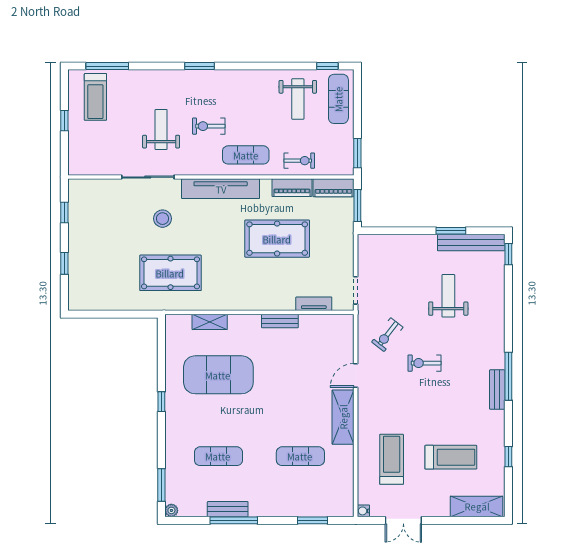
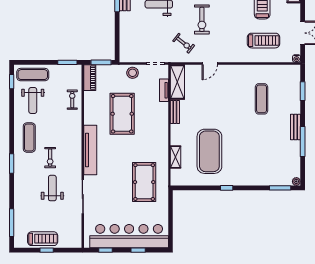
treadmill: (95, 97) -> (43, 239), moved
weight bench: (298, 99) -> (33, 101), turned 90
weight bench: (161, 130) -> (52, 188), turned 90
exercise mat: (246, 155) -> (29, 138), moved
piano: (292, 188) -> (90, 104), removed
stool: (163, 219) -> (133, 73), moved
bar counter: (86, 249) -> (129, 236), added
exercise bike: (424, 363) -> (202, 19), width x1.38, depth x1.39
door: (356, 375) -> (210, 63), hinge flipped
shelving: (343, 417) -> (177, 82), moved, turned 90
exercise mat: (218, 456) -> (262, 151), removed
treadmill: (392, 459) -> (263, 41), turned 180
bench: (228, 509) -> (295, 127), moved

